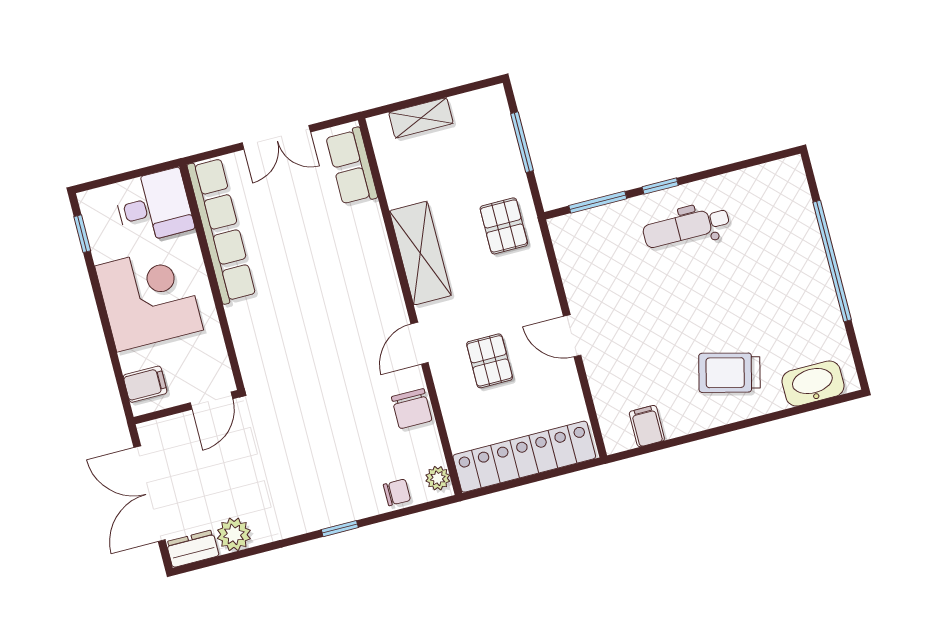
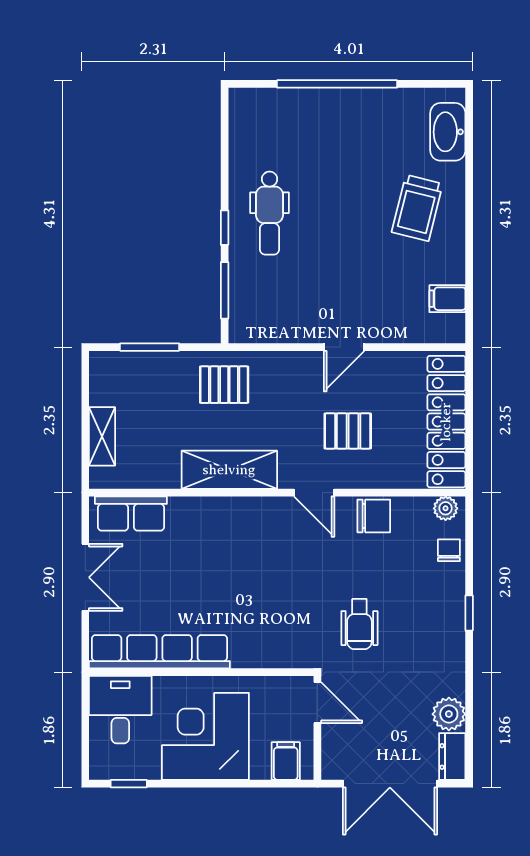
wheelchair: (300, 422) -> (359, 624), added

